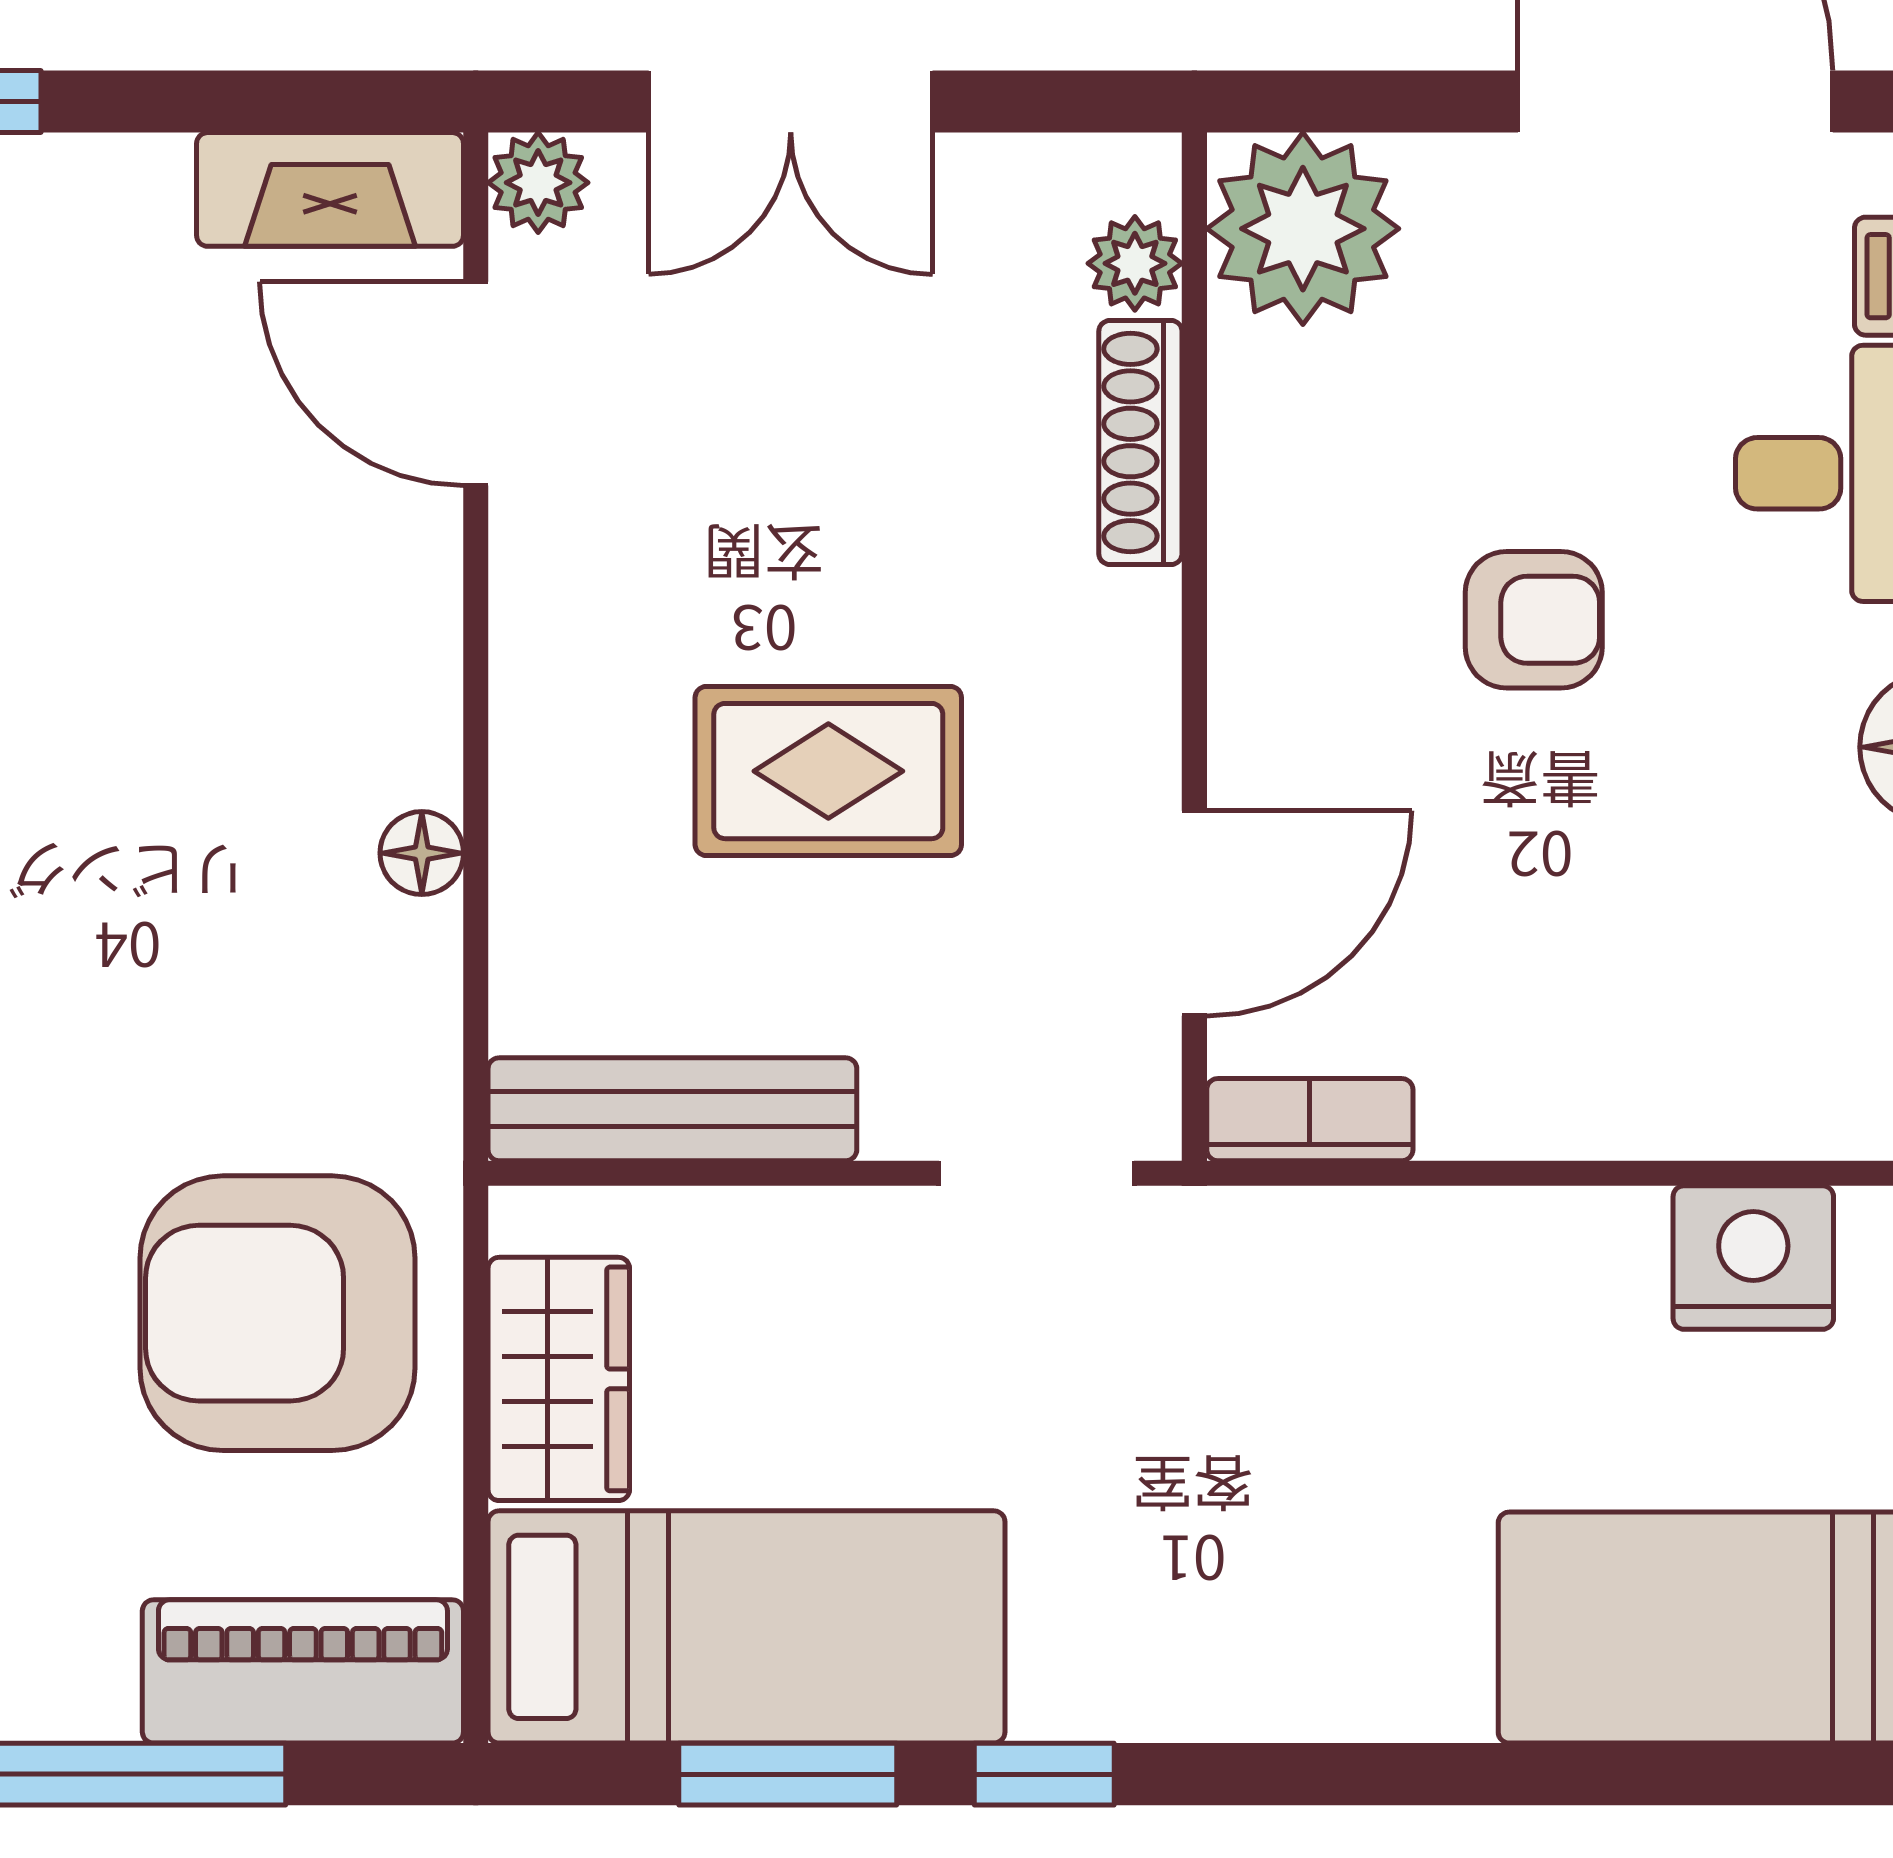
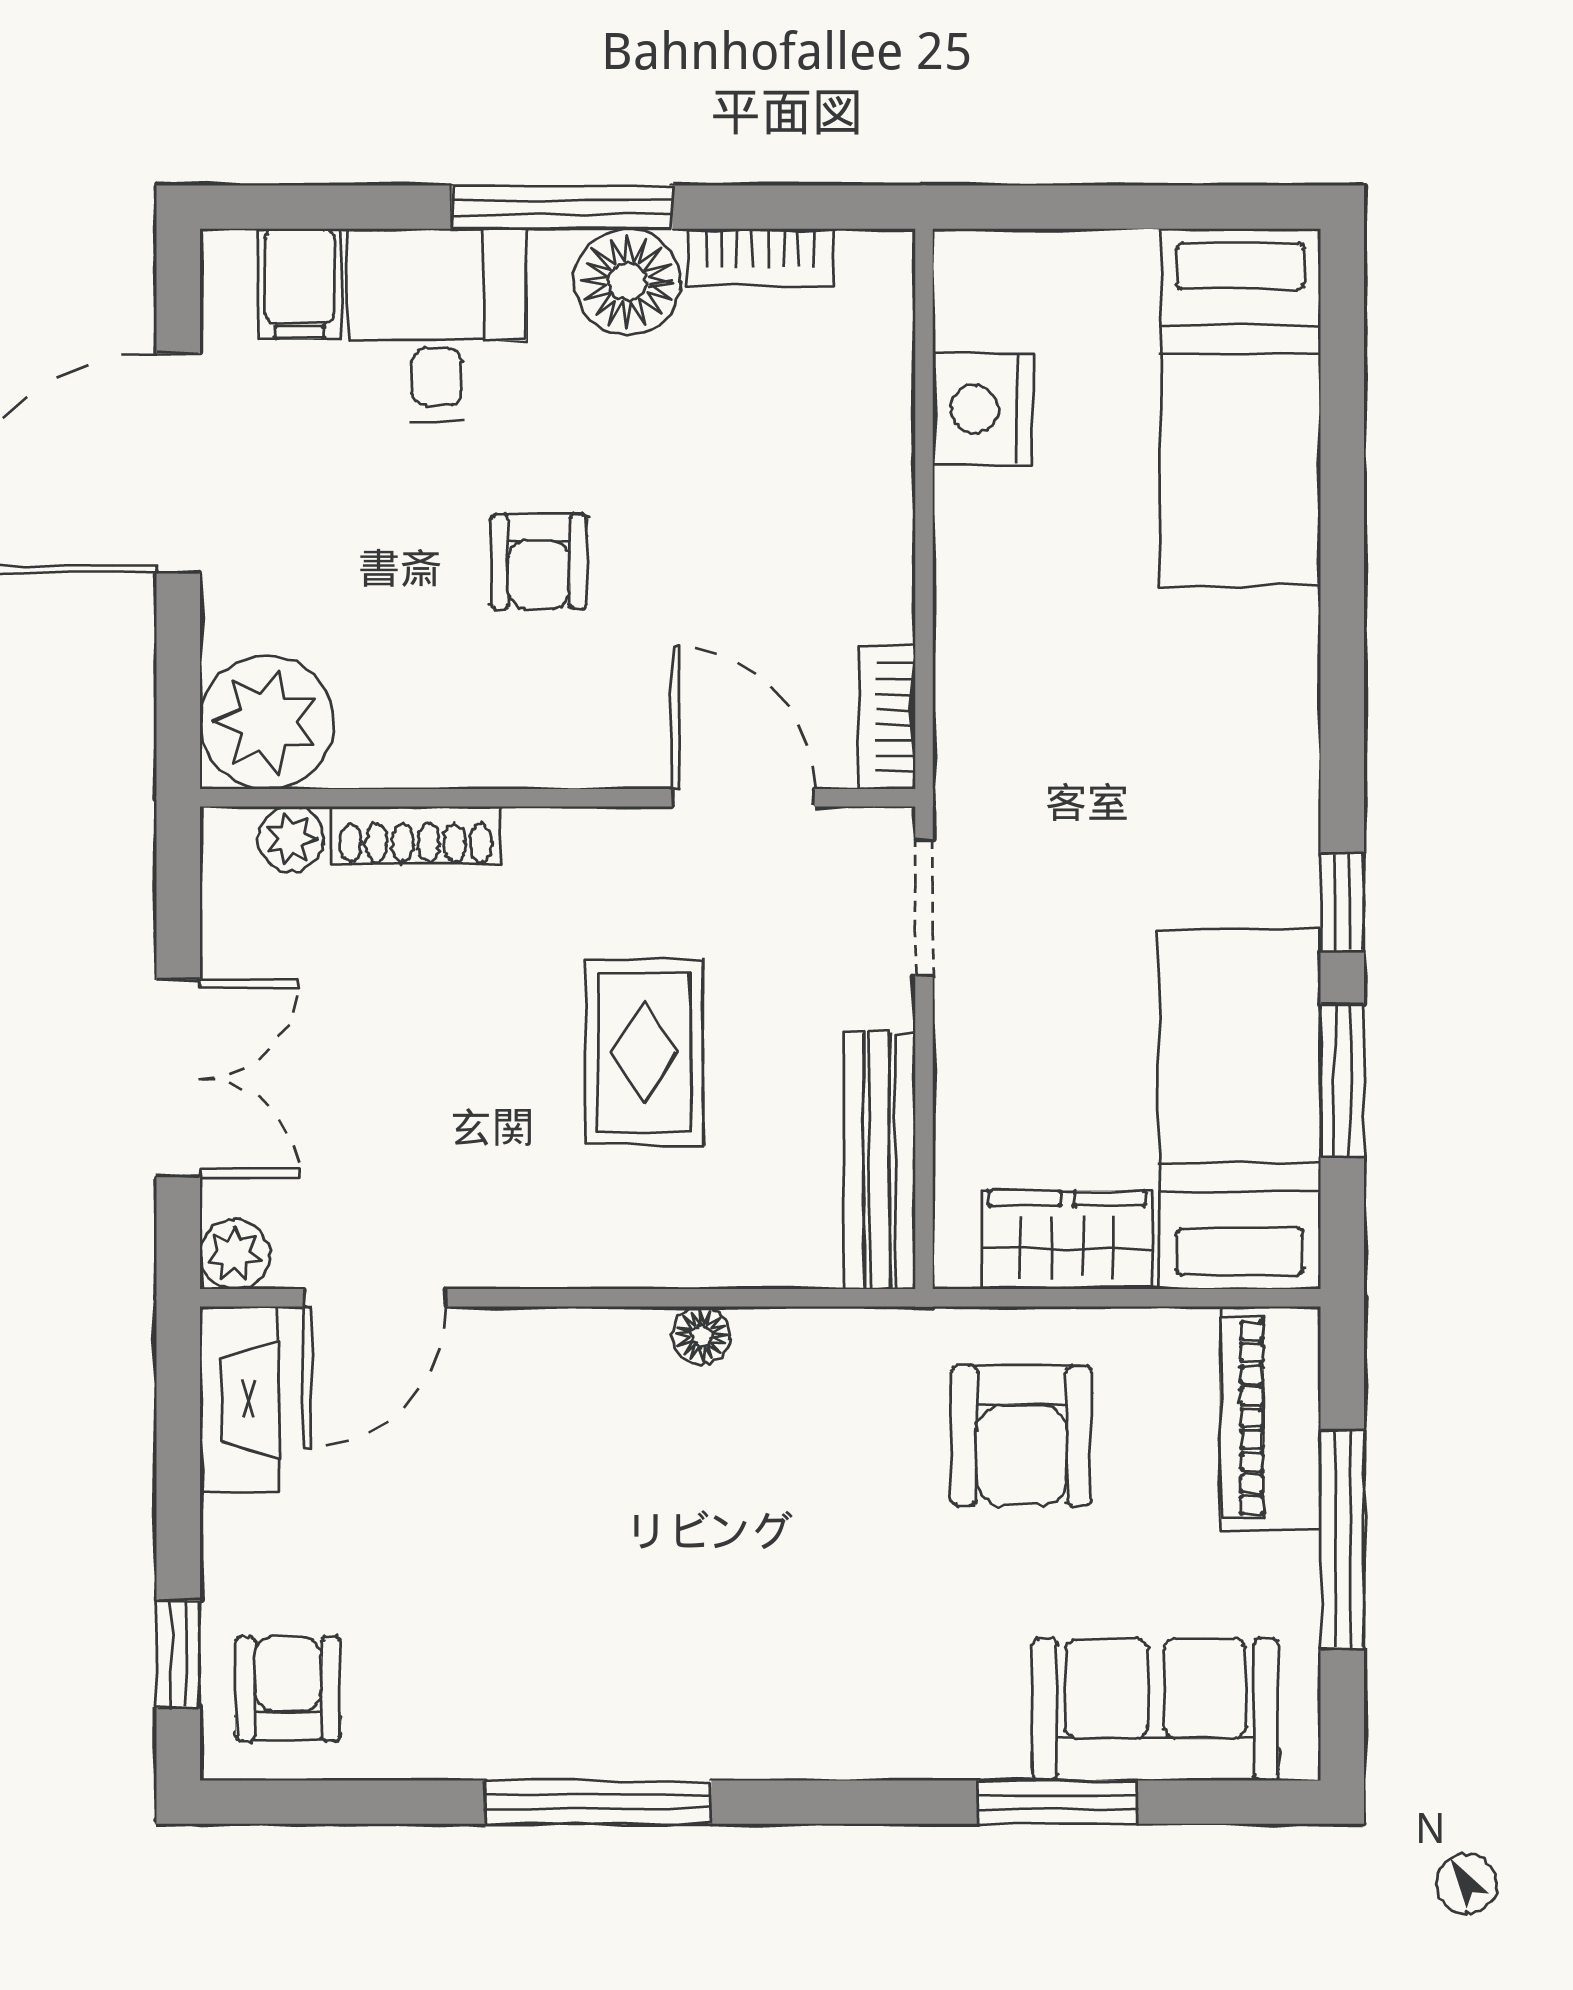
armchair: (1534, 620) -> (539, 562), turned 180
armchair: (278, 1313) -> (1021, 1436), width x0.73, depth x0.73

